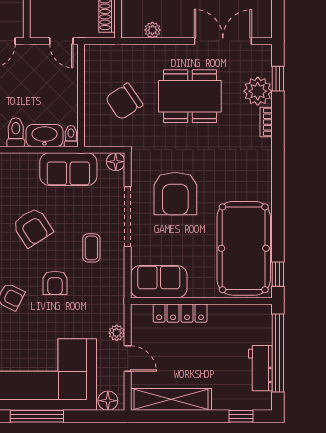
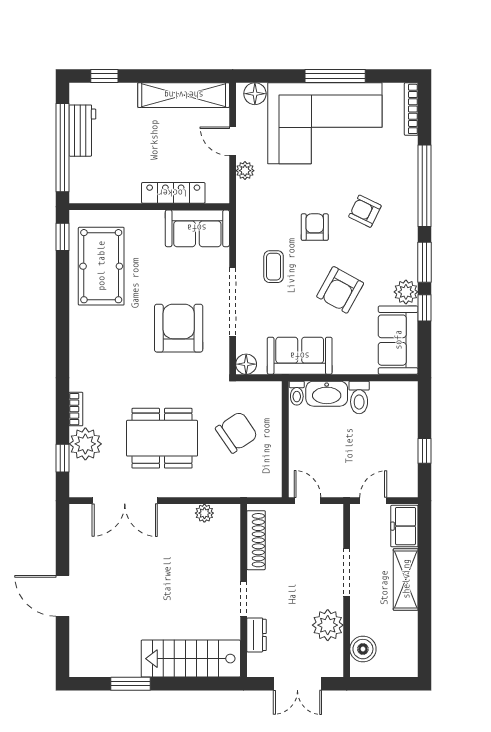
armchair: (33, 227) -> (340, 290), turned -118
pool table: (244, 248) -> (101, 266), width x0.73, depth x0.76

